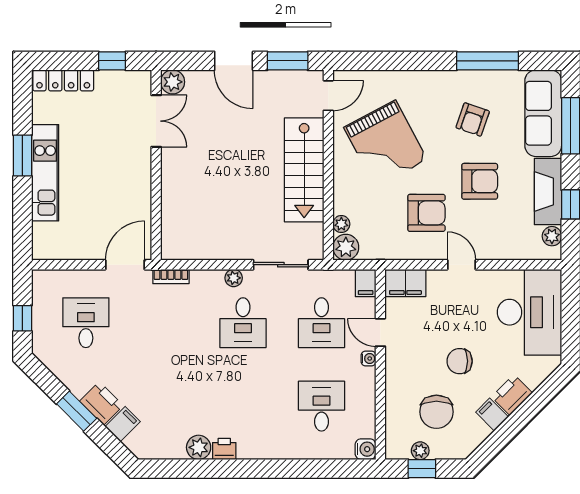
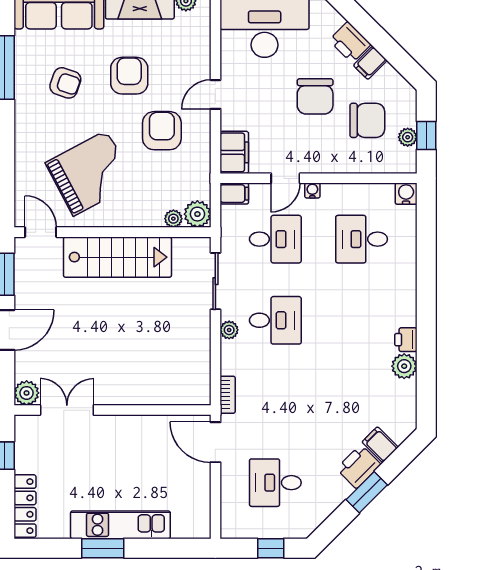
chair: (460, 361) -> (315, 96), width x1.37, depth x1.37

